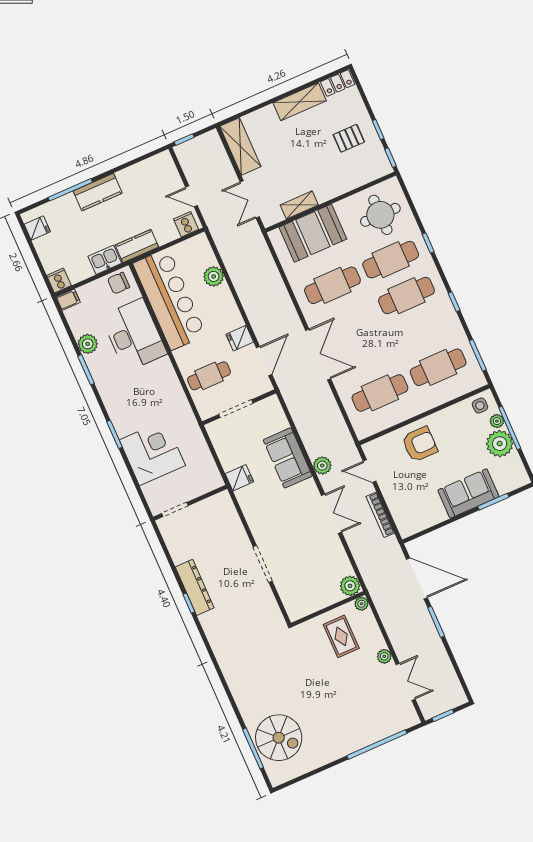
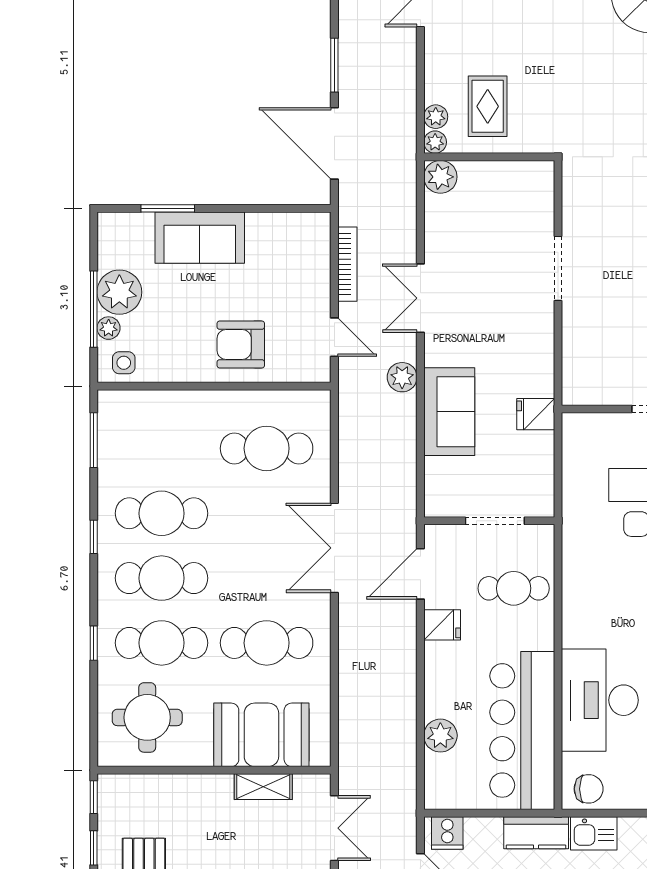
cafe table: (438, 367) -> (162, 513), moved
plant: (384, 656) -> (436, 117), moved

